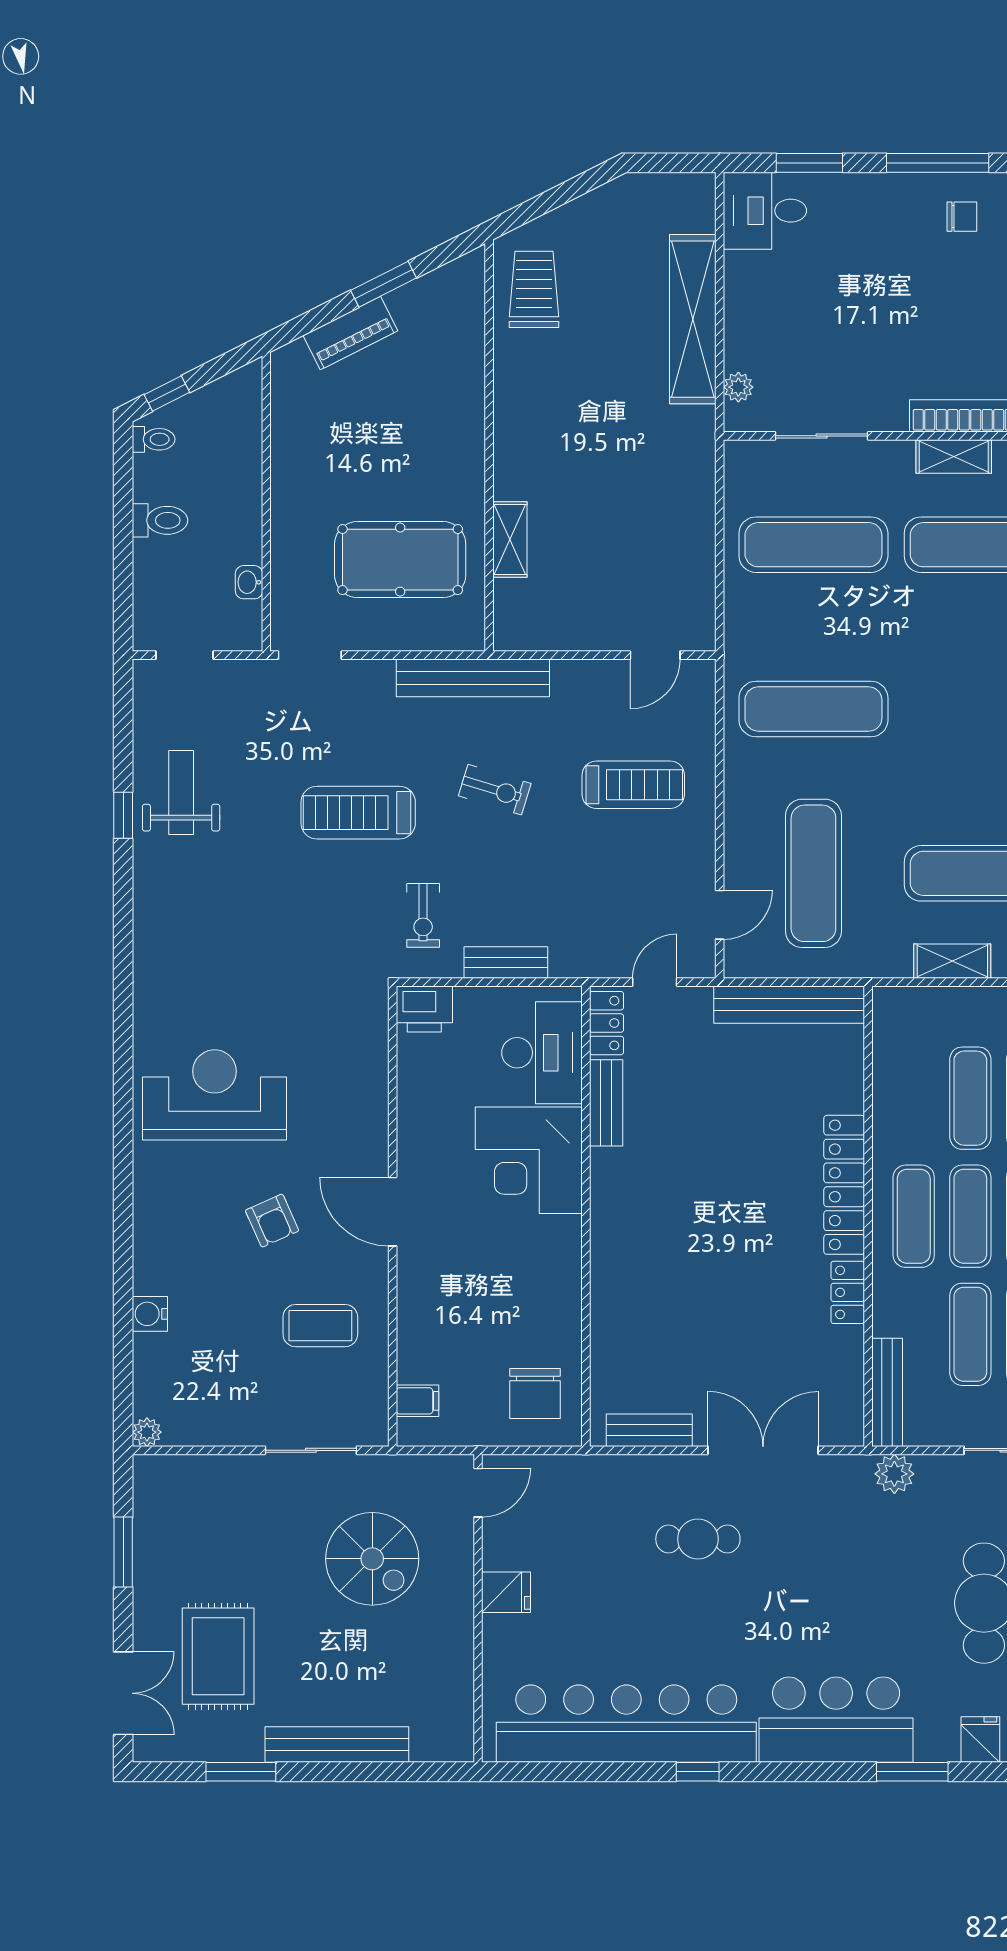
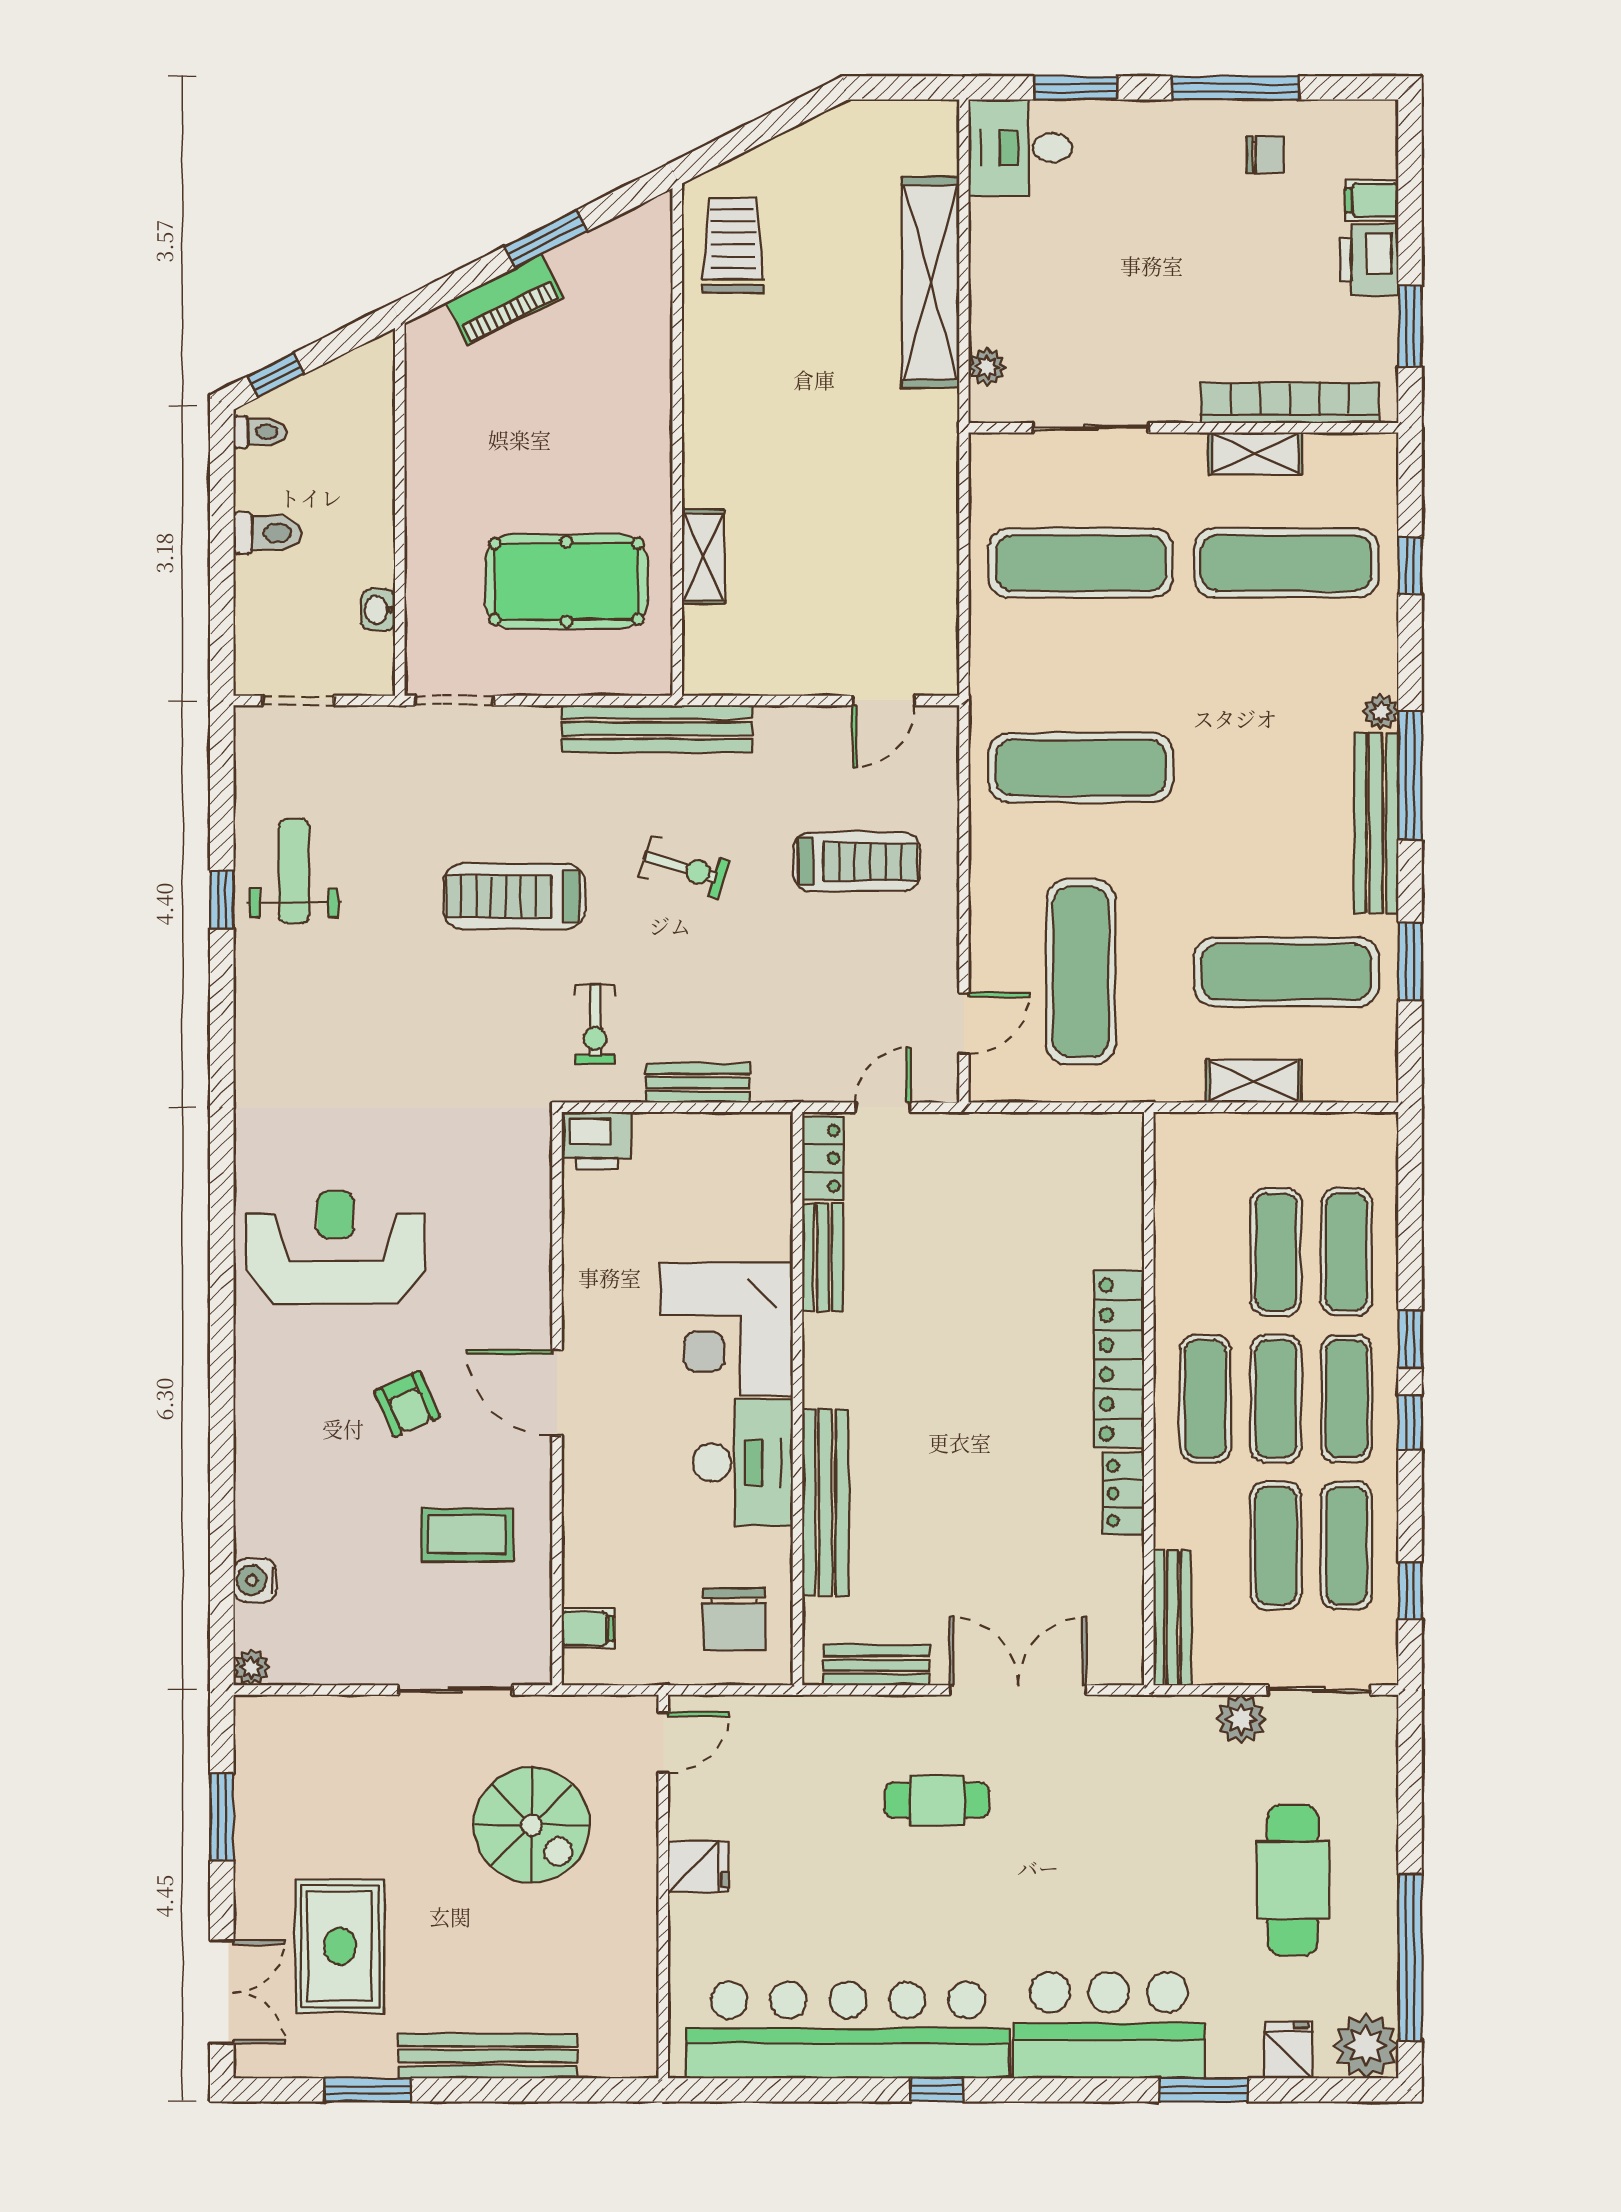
bench: (789, 1005) -> (825, 1503), moved, turned 90
desk: (542, 1053) -> (743, 1463), moved
water cooler: (150, 1314) -> (255, 1580), moved
plant: (894, 1474) -> (1241, 1719), moved

